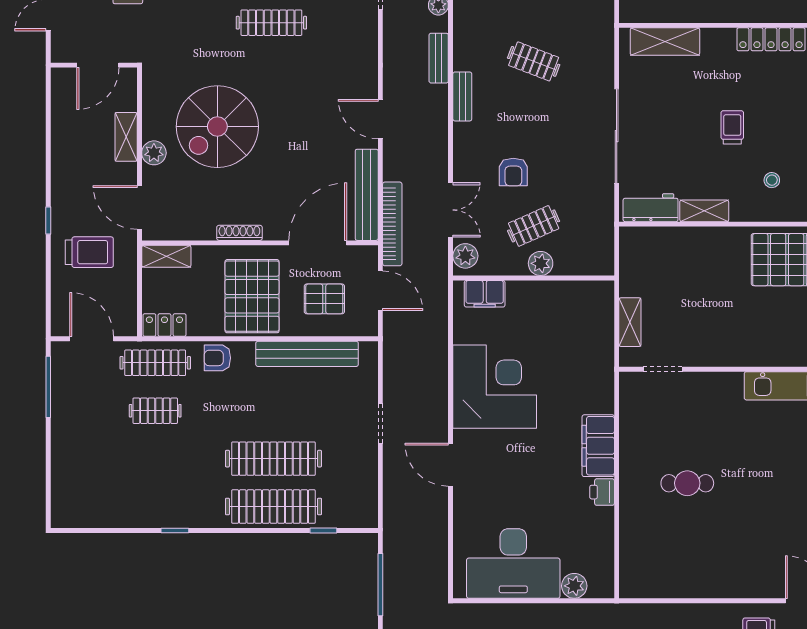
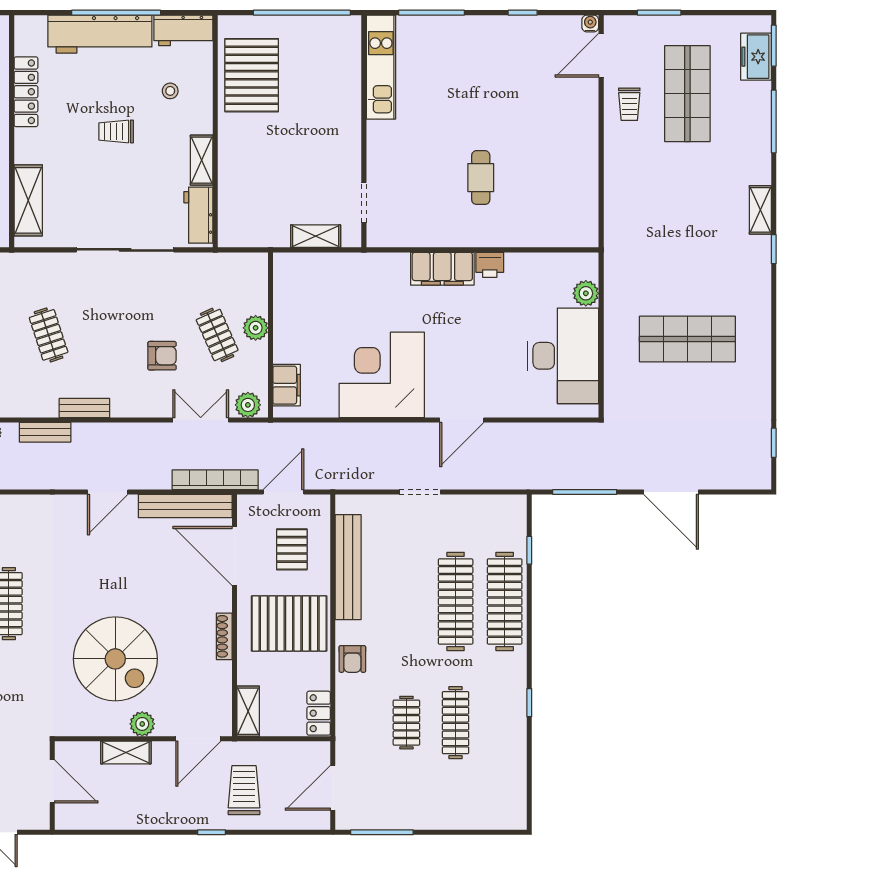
clothes rail: (534, 61) -> (49, 335), turned -39
clothes rail: (155, 363) -> (456, 723), moved

